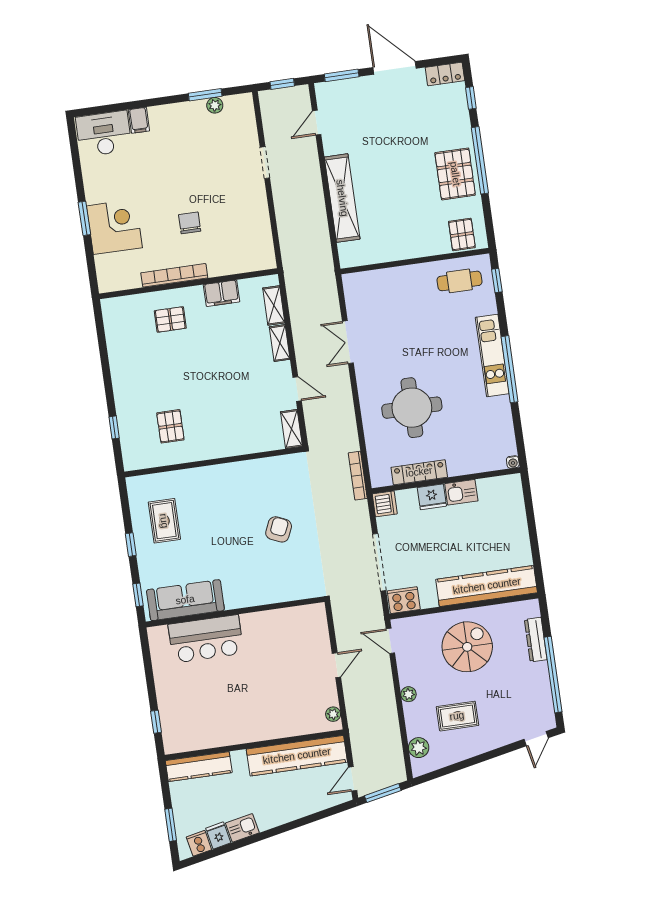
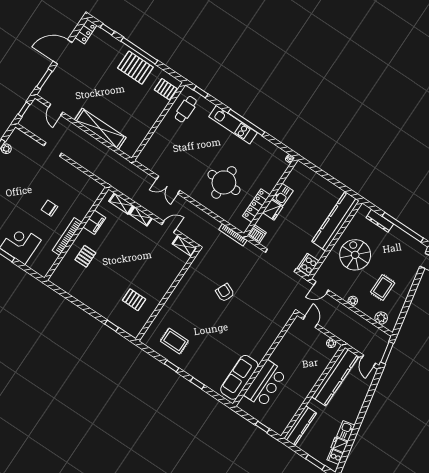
sofa: (185, 600) -> (239, 377), moved
wall: (235, 612) -> (265, 360), moved
bar counter: (206, 639) -> (265, 384), moved

